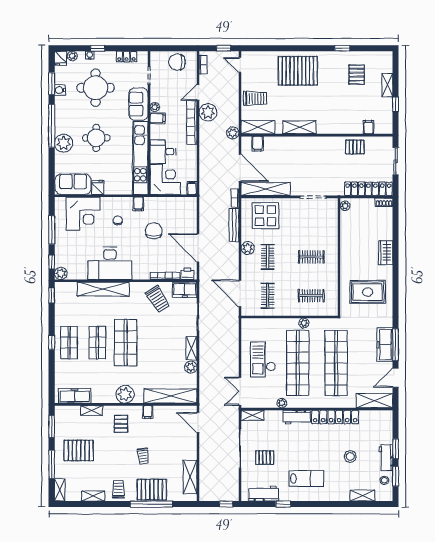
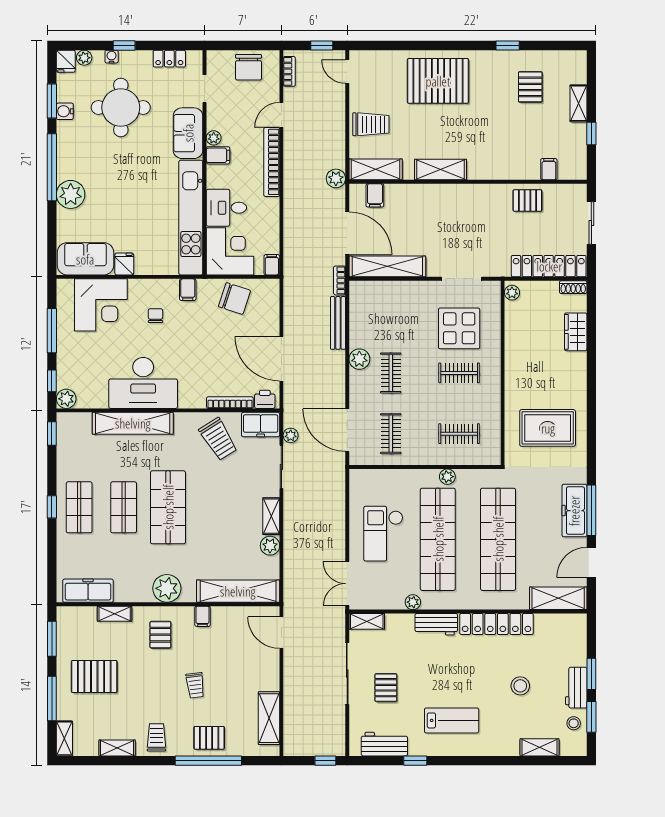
chair: (177, 62) -> (248, 67), turned -90
plant: (208, 112) -> (291, 435), moved, width x0.53, depth x0.53
round table: (96, 138) -> (122, 186), removed
display table: (265, 216) -> (459, 328), moved
chair: (154, 231) -> (235, 299), moved, turned 108
wardrobe: (386, 253) -> (576, 332), moved
pallet: (265, 458) -> (386, 688), turned 90
pallet: (152, 490) -> (209, 738), width x0.67, depth x0.71

